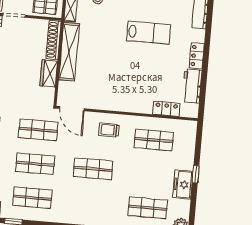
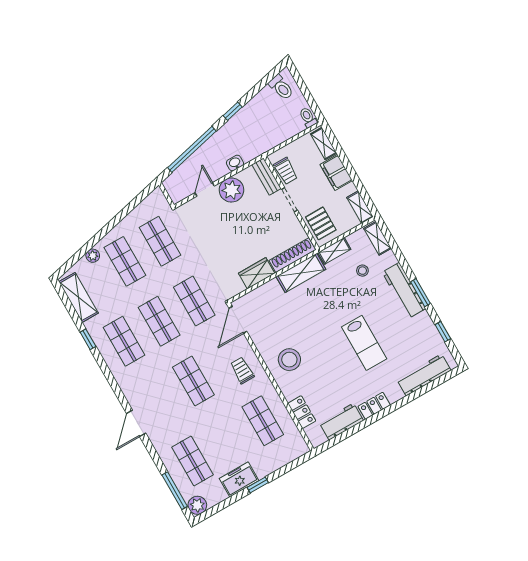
shelving: (69, 52) -> (301, 273), width x0.68
stool: (124, 92) -> (289, 360), added

